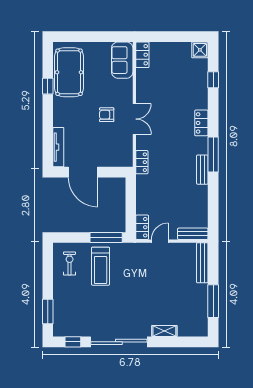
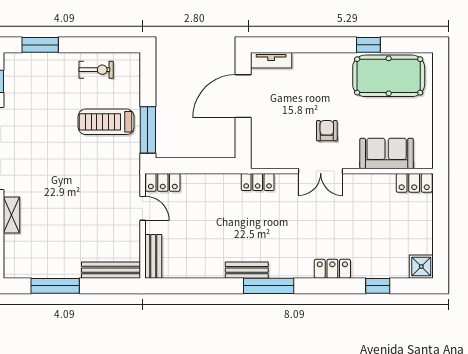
sofa: (122, 60) -> (387, 153), moved
locker: (201, 123) -> (332, 269), moved
tv unit: (58, 147) -> (271, 60), width x0.71
exercise bike: (70, 263) -> (96, 70), moved

